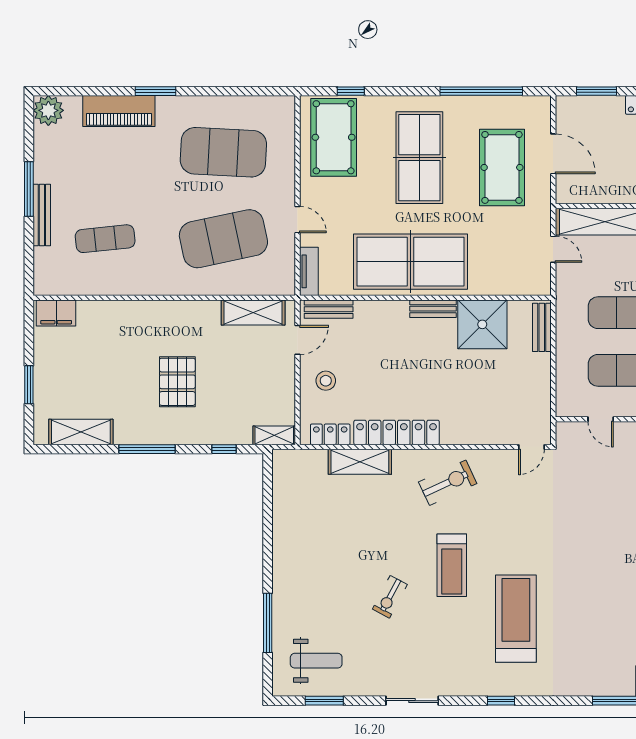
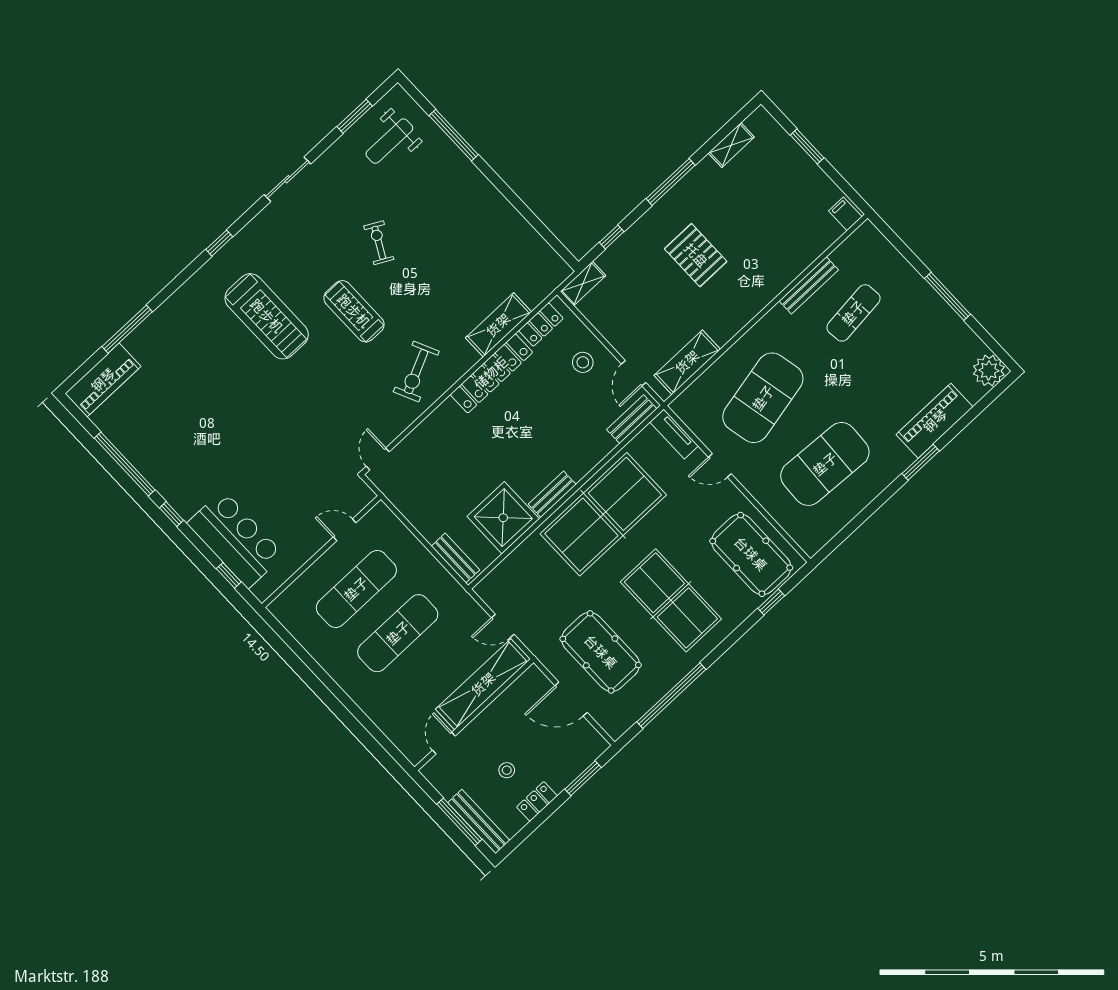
bench: (42, 215) -> (809, 285), moved, turned 90
filing cabinet: (56, 313) -> (845, 214), width x0.50
shelving: (81, 432) -> (731, 145), width x0.67, depth x0.75

